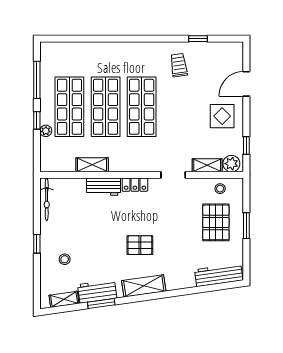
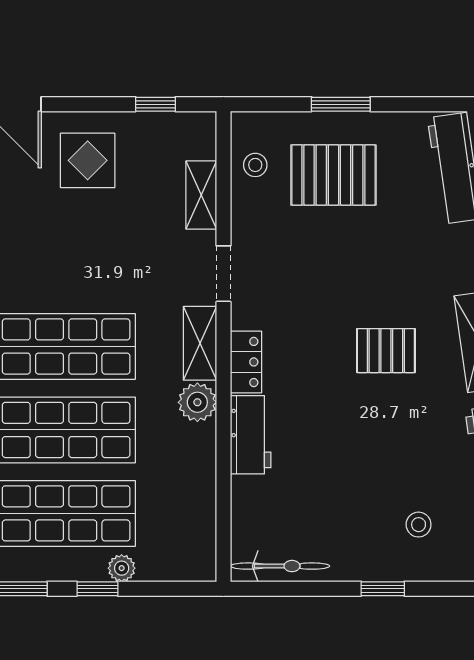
plant: (231, 164) -> (197, 402), moved
shelving: (92, 165) -> (200, 343), moved
pallet: (140, 245) -> (386, 351), turned 90

